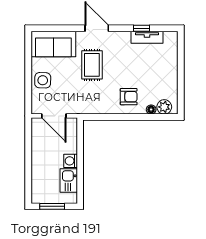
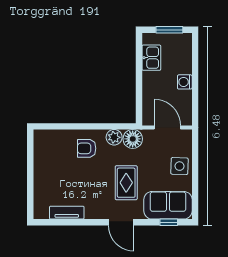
window: (142, 28) -> (169, 222), moved
plant: (164, 107) -> (114, 137), moved
floor lamp: (151, 110) -> (133, 139), moved, width x1.89, depth x1.89
washing machine: (71, 161) -> (185, 82), moved, turned 180

